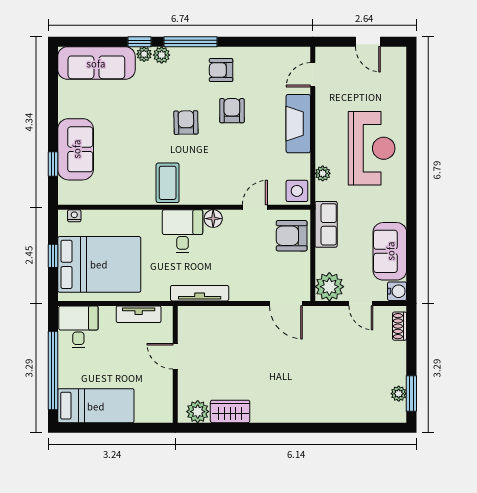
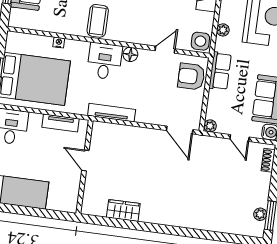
nightstand: (74, 216) -> (59, 43), moved
plant: (329, 287) -> (210, 126), width x0.53, depth x0.53
plant: (198, 412) -> (97, 207), removed

